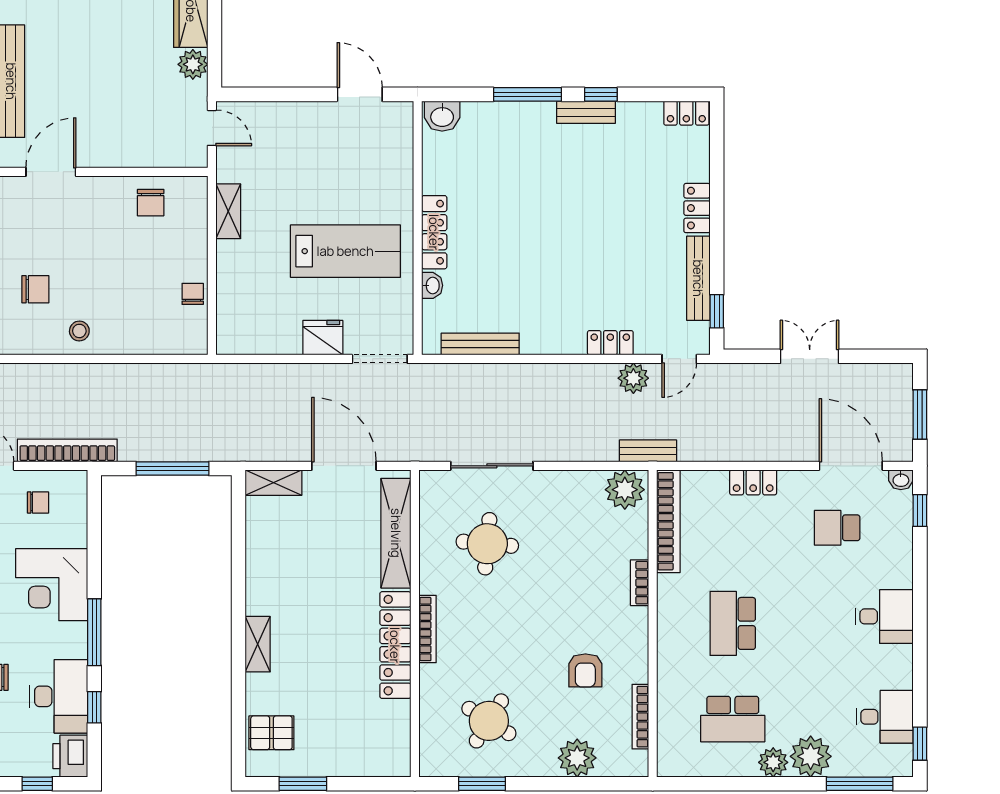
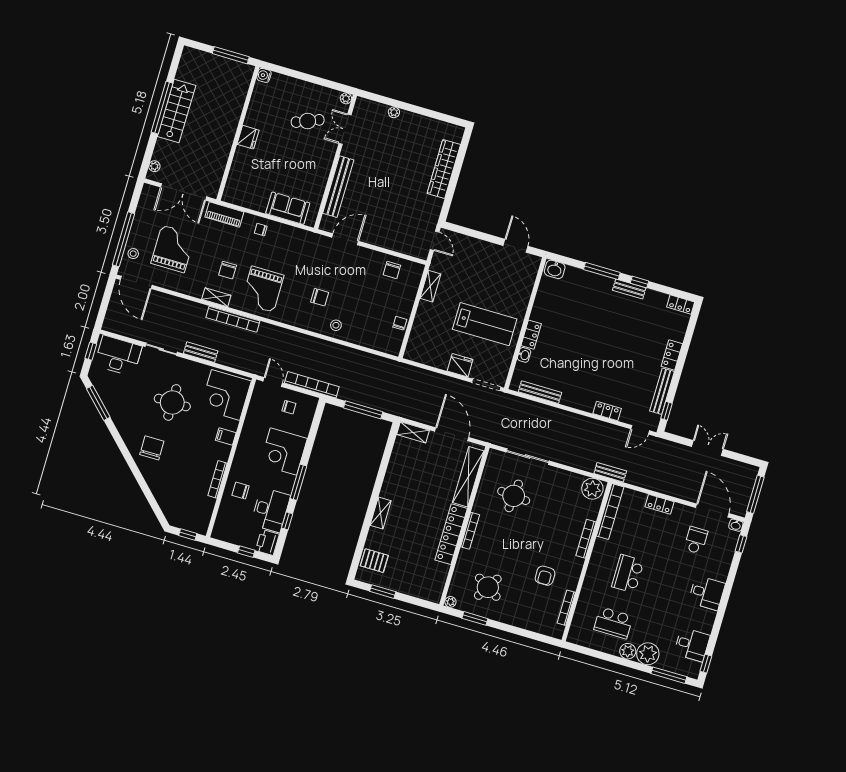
plant: (193, 64) -> (434, 205), removed
locker: (434, 232) -> (531, 335), width x0.66
plant: (633, 378) -> (614, 433), removed
window: (920, 415) -> (755, 494), width x1.44
school desk: (837, 528) -> (696, 540), turned 90
bookcase: (640, 583) -> (586, 539), width x1.56
plant: (577, 758) -> (450, 602), moved, width x0.53, depth x0.53

